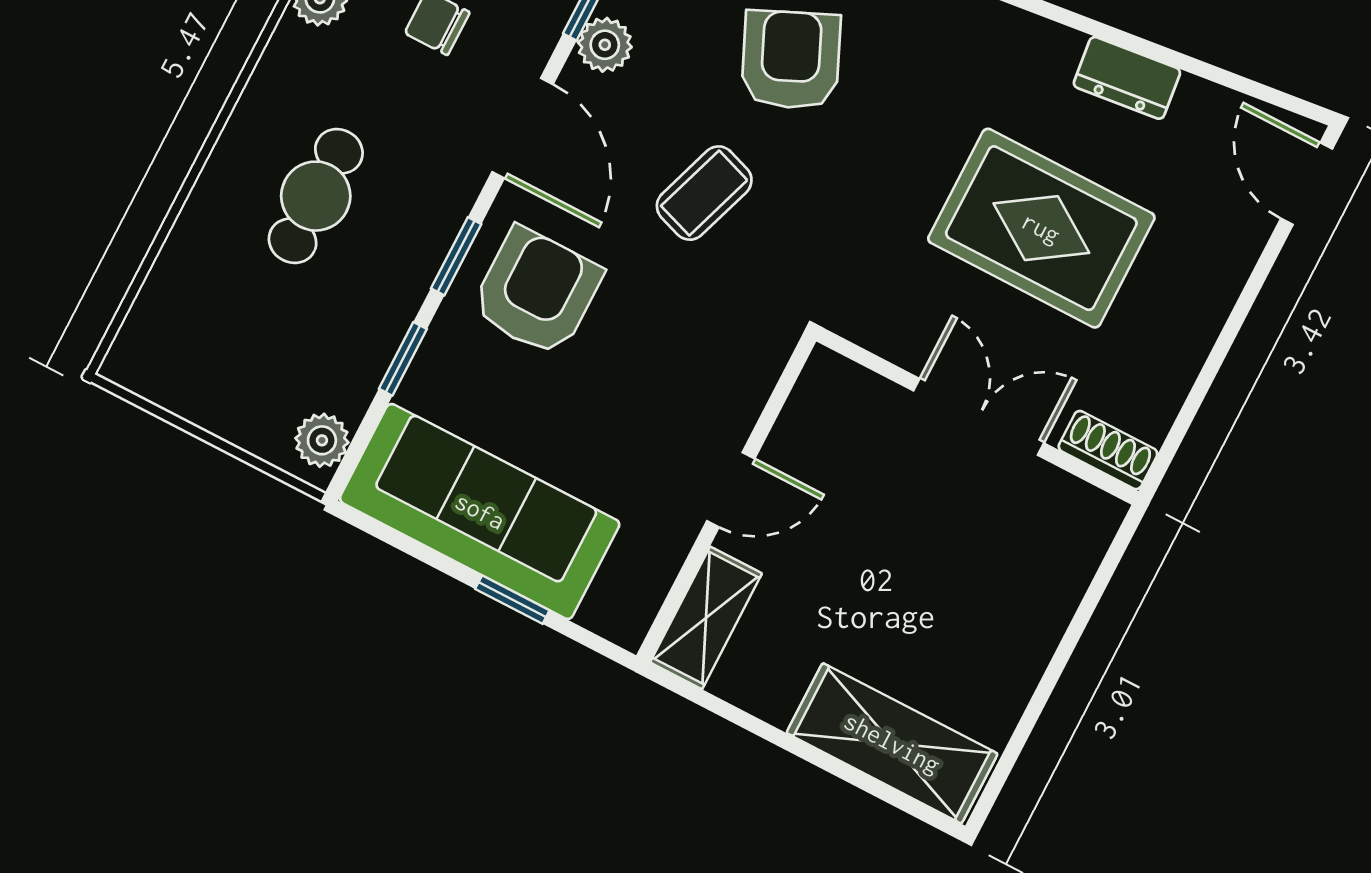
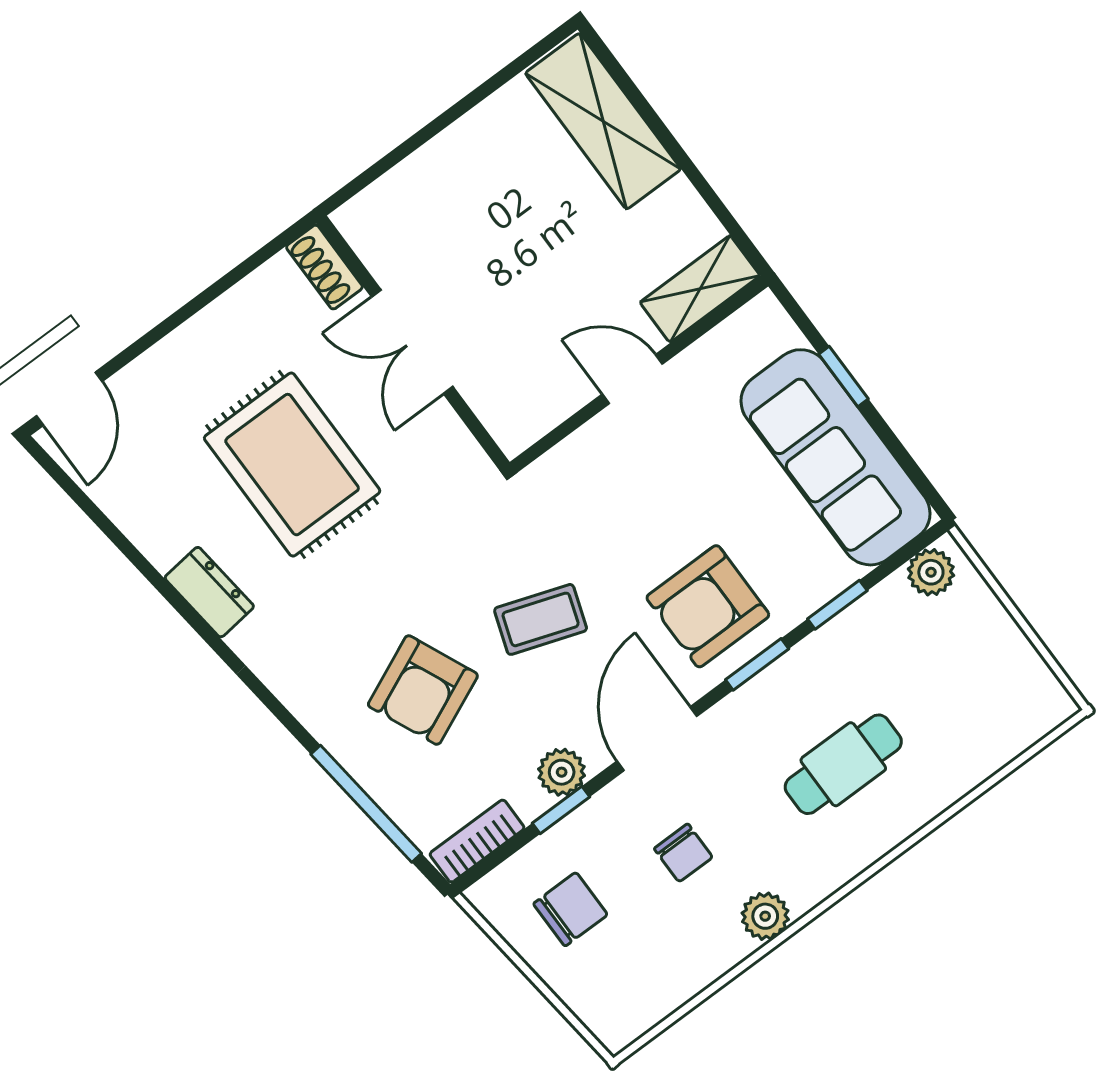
dresser: (1127, 78) -> (209, 592), moved

